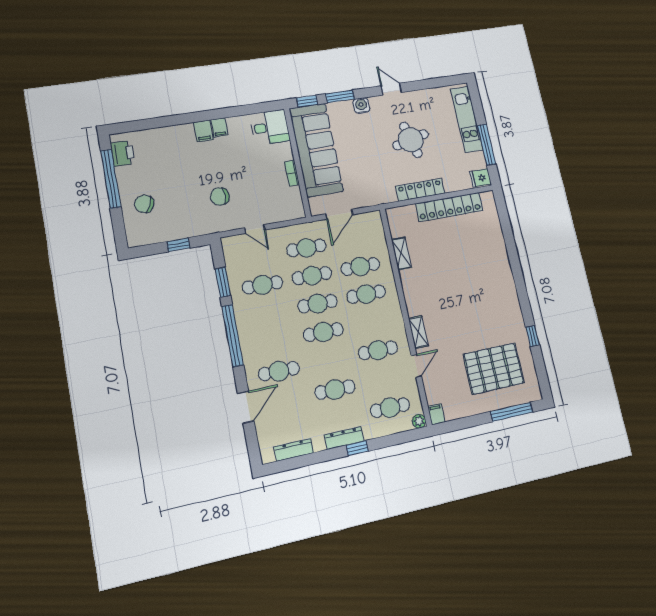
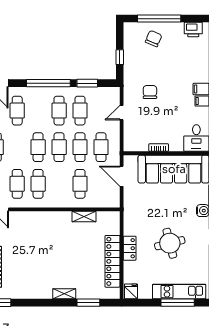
window: (486, 145) -> (178, 303), moved
window: (111, 179) -> (159, 19), moved
locker: (420, 190) -> (130, 248), width x0.66
window: (507, 228) -> (88, 303), added
cafe table: (366, 294) -> (38, 184), moved
cafe table: (268, 313) -> (59, 111), added
shelving: (418, 332) -> (64, 294), moved

